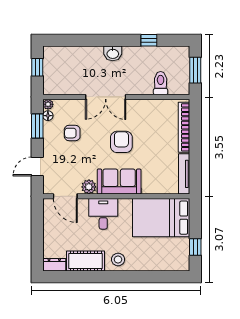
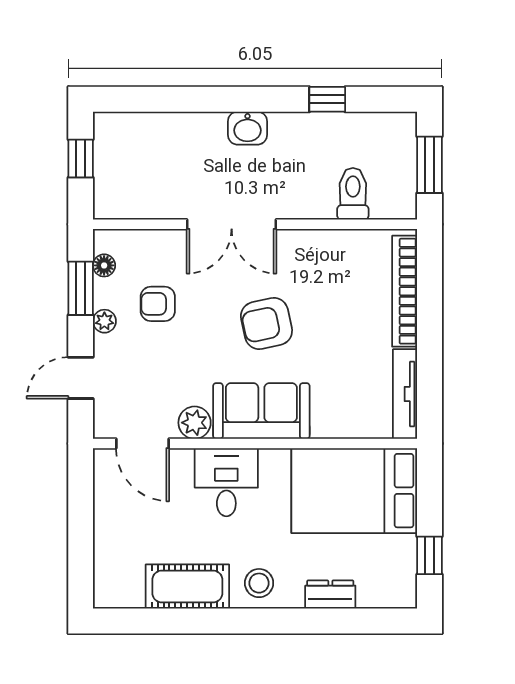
plant: (48, 104) -> (104, 321), moved
armchair: (121, 142) -> (266, 323), turned -102
dresser: (54, 265) -> (330, 595), moved

